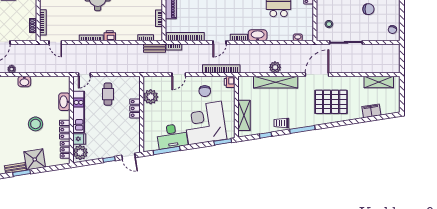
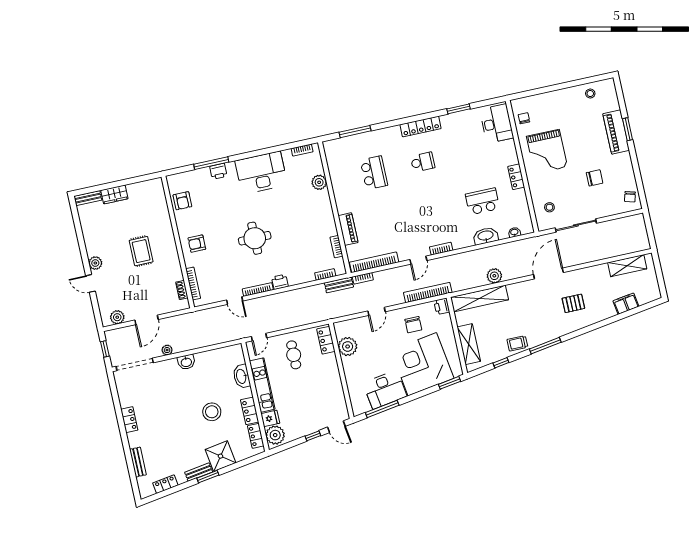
washbasin: (258, 35) -> (486, 236), moved
door: (55, 42) -> (235, 300), moved
shelving: (276, 82) -> (479, 298), moved
pallet: (331, 102) -> (573, 303), width x0.49, depth x0.50
locker: (135, 108) -> (326, 340), moved

